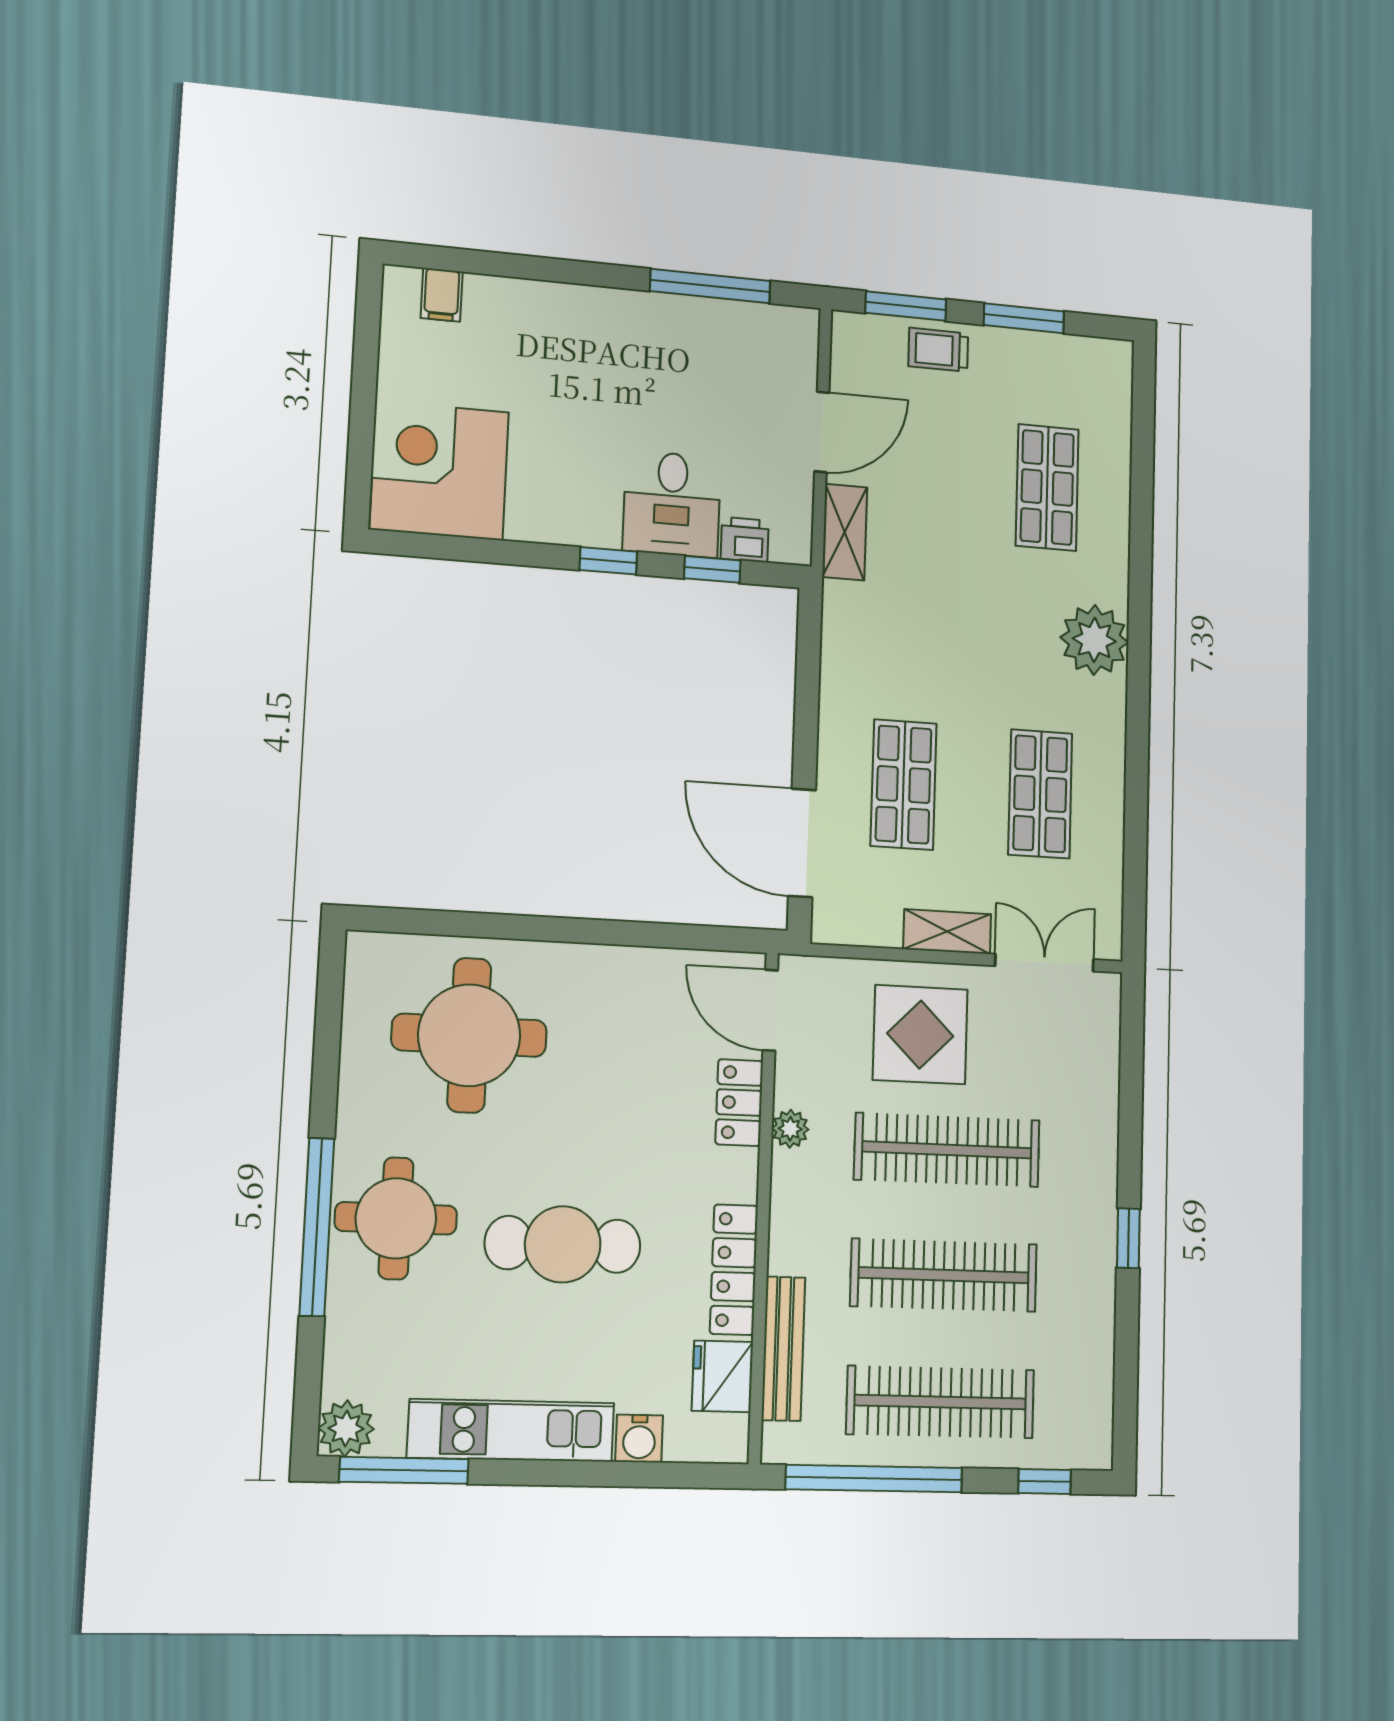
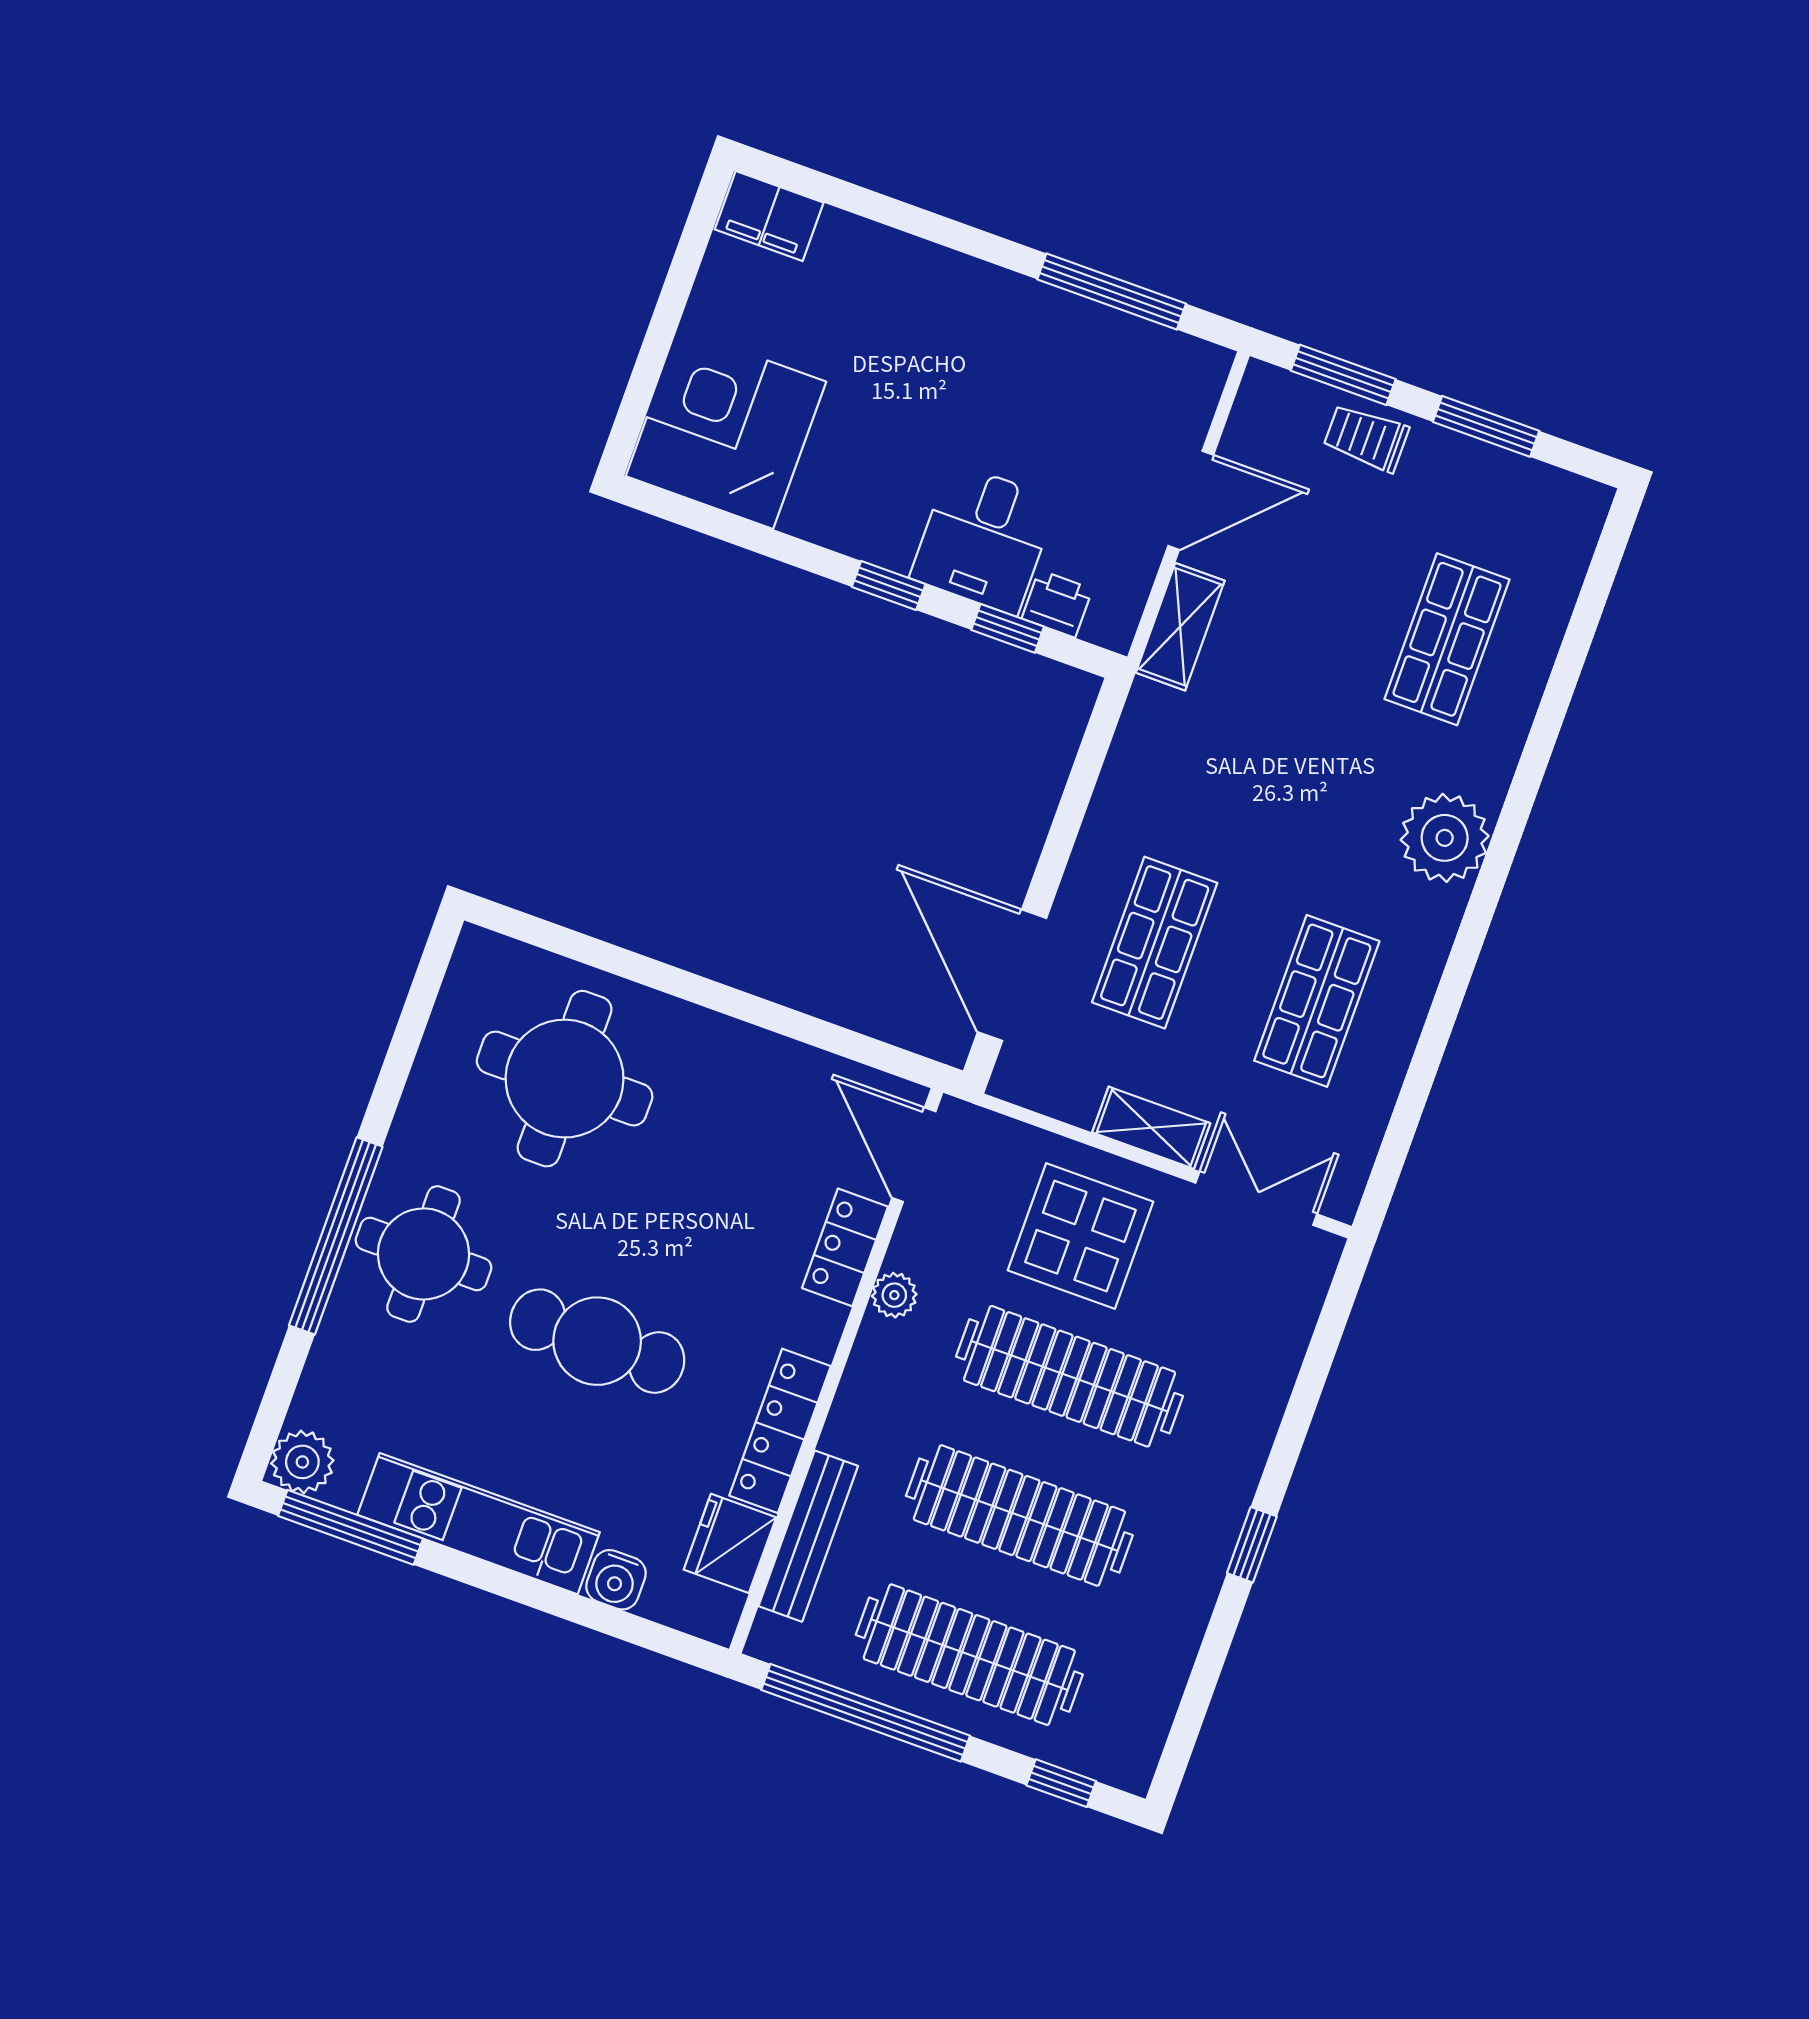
filing cabinet: (442, 295) -> (769, 216), width x2.00

